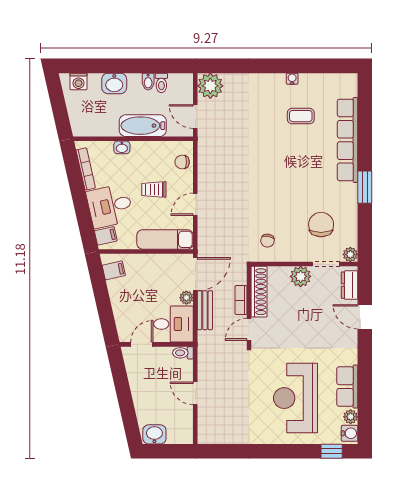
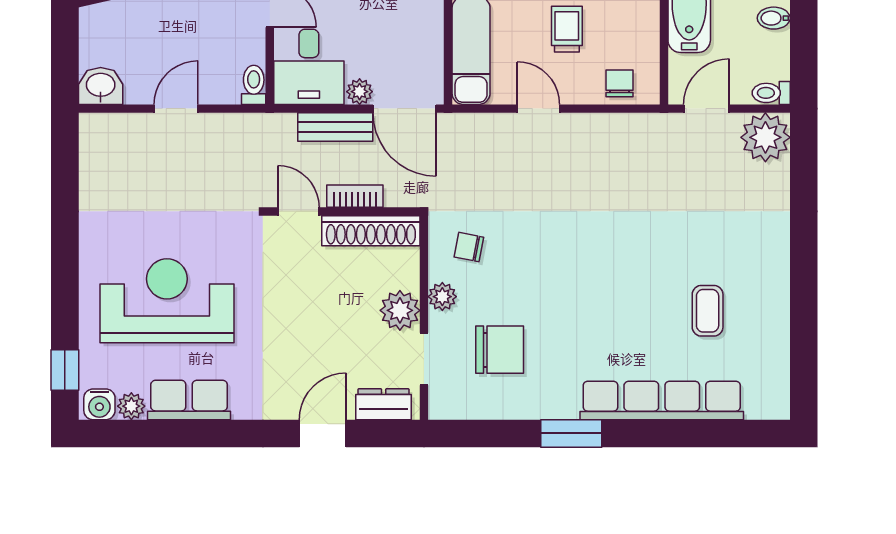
water cooler: (292, 79) -> (779, 294), removed
toilet: (161, 83) -> (771, 93), moved
plant: (350, 254) -> (442, 297), moved
washbasin: (154, 434) -> (101, 86), moved, turned -90

